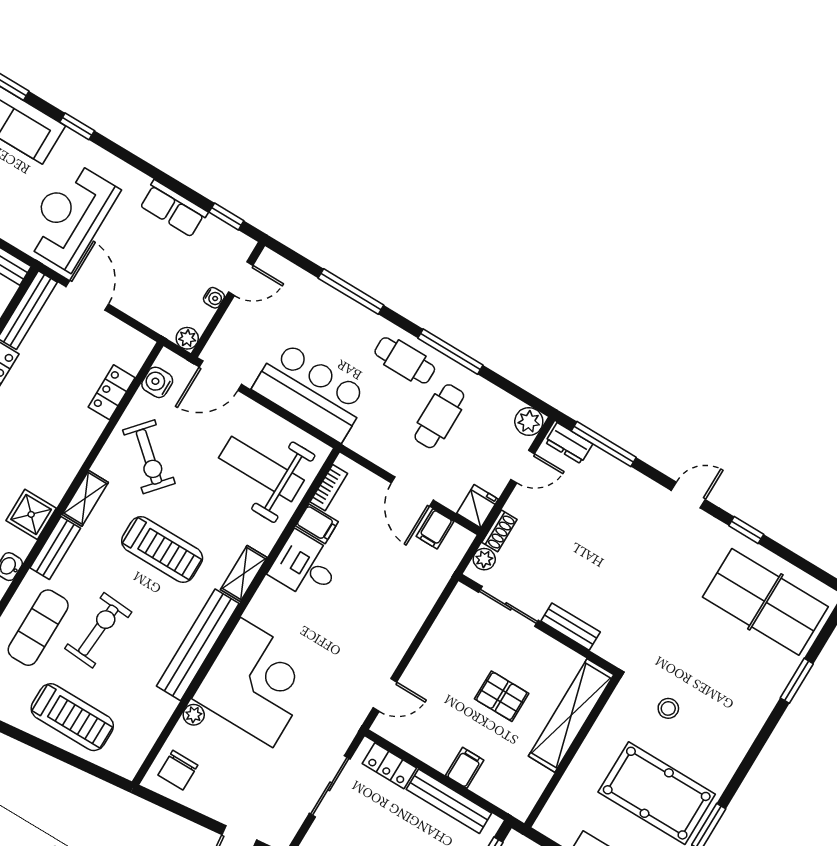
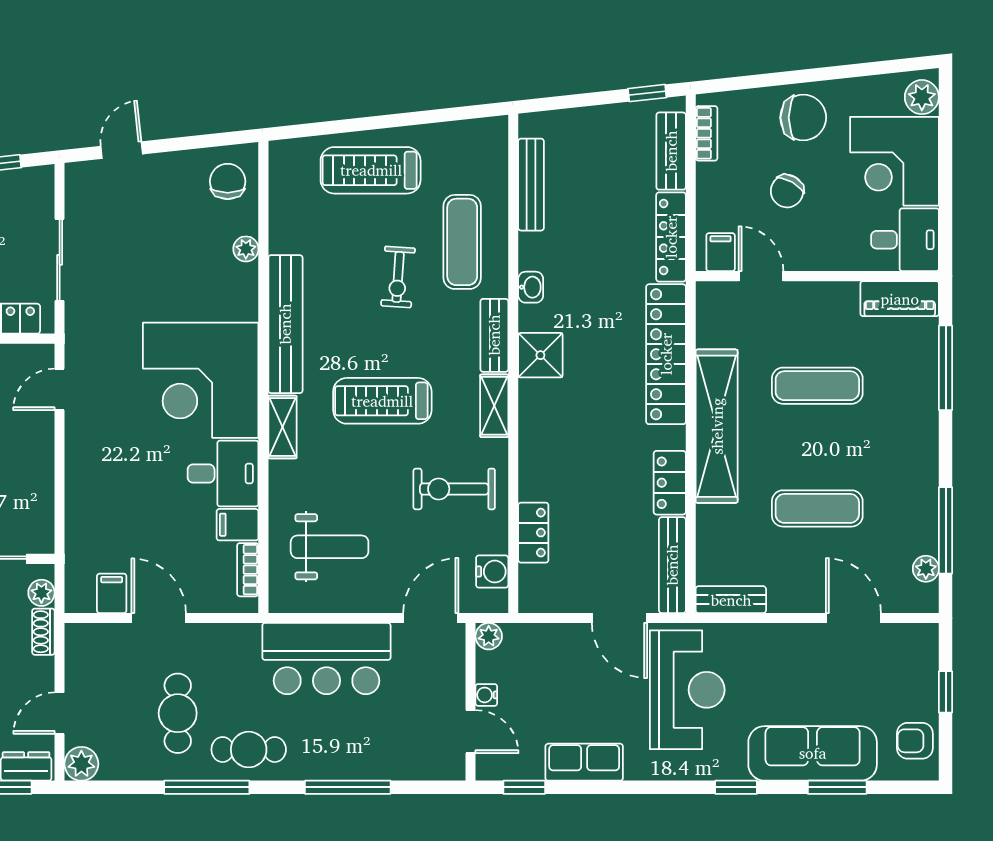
door: (241, 279) -> (470, 732), swing flipped
exercise bike: (149, 457) -> (454, 489), turned -41
weight bench: (261, 469) -> (330, 547), width x0.73, depth x0.75
fridge: (477, 506) -> (82, 643), removed
exercise bike: (98, 630) -> (398, 277), width x0.73, depth x0.72
corner desk: (257, 683) -> (201, 380), moved

